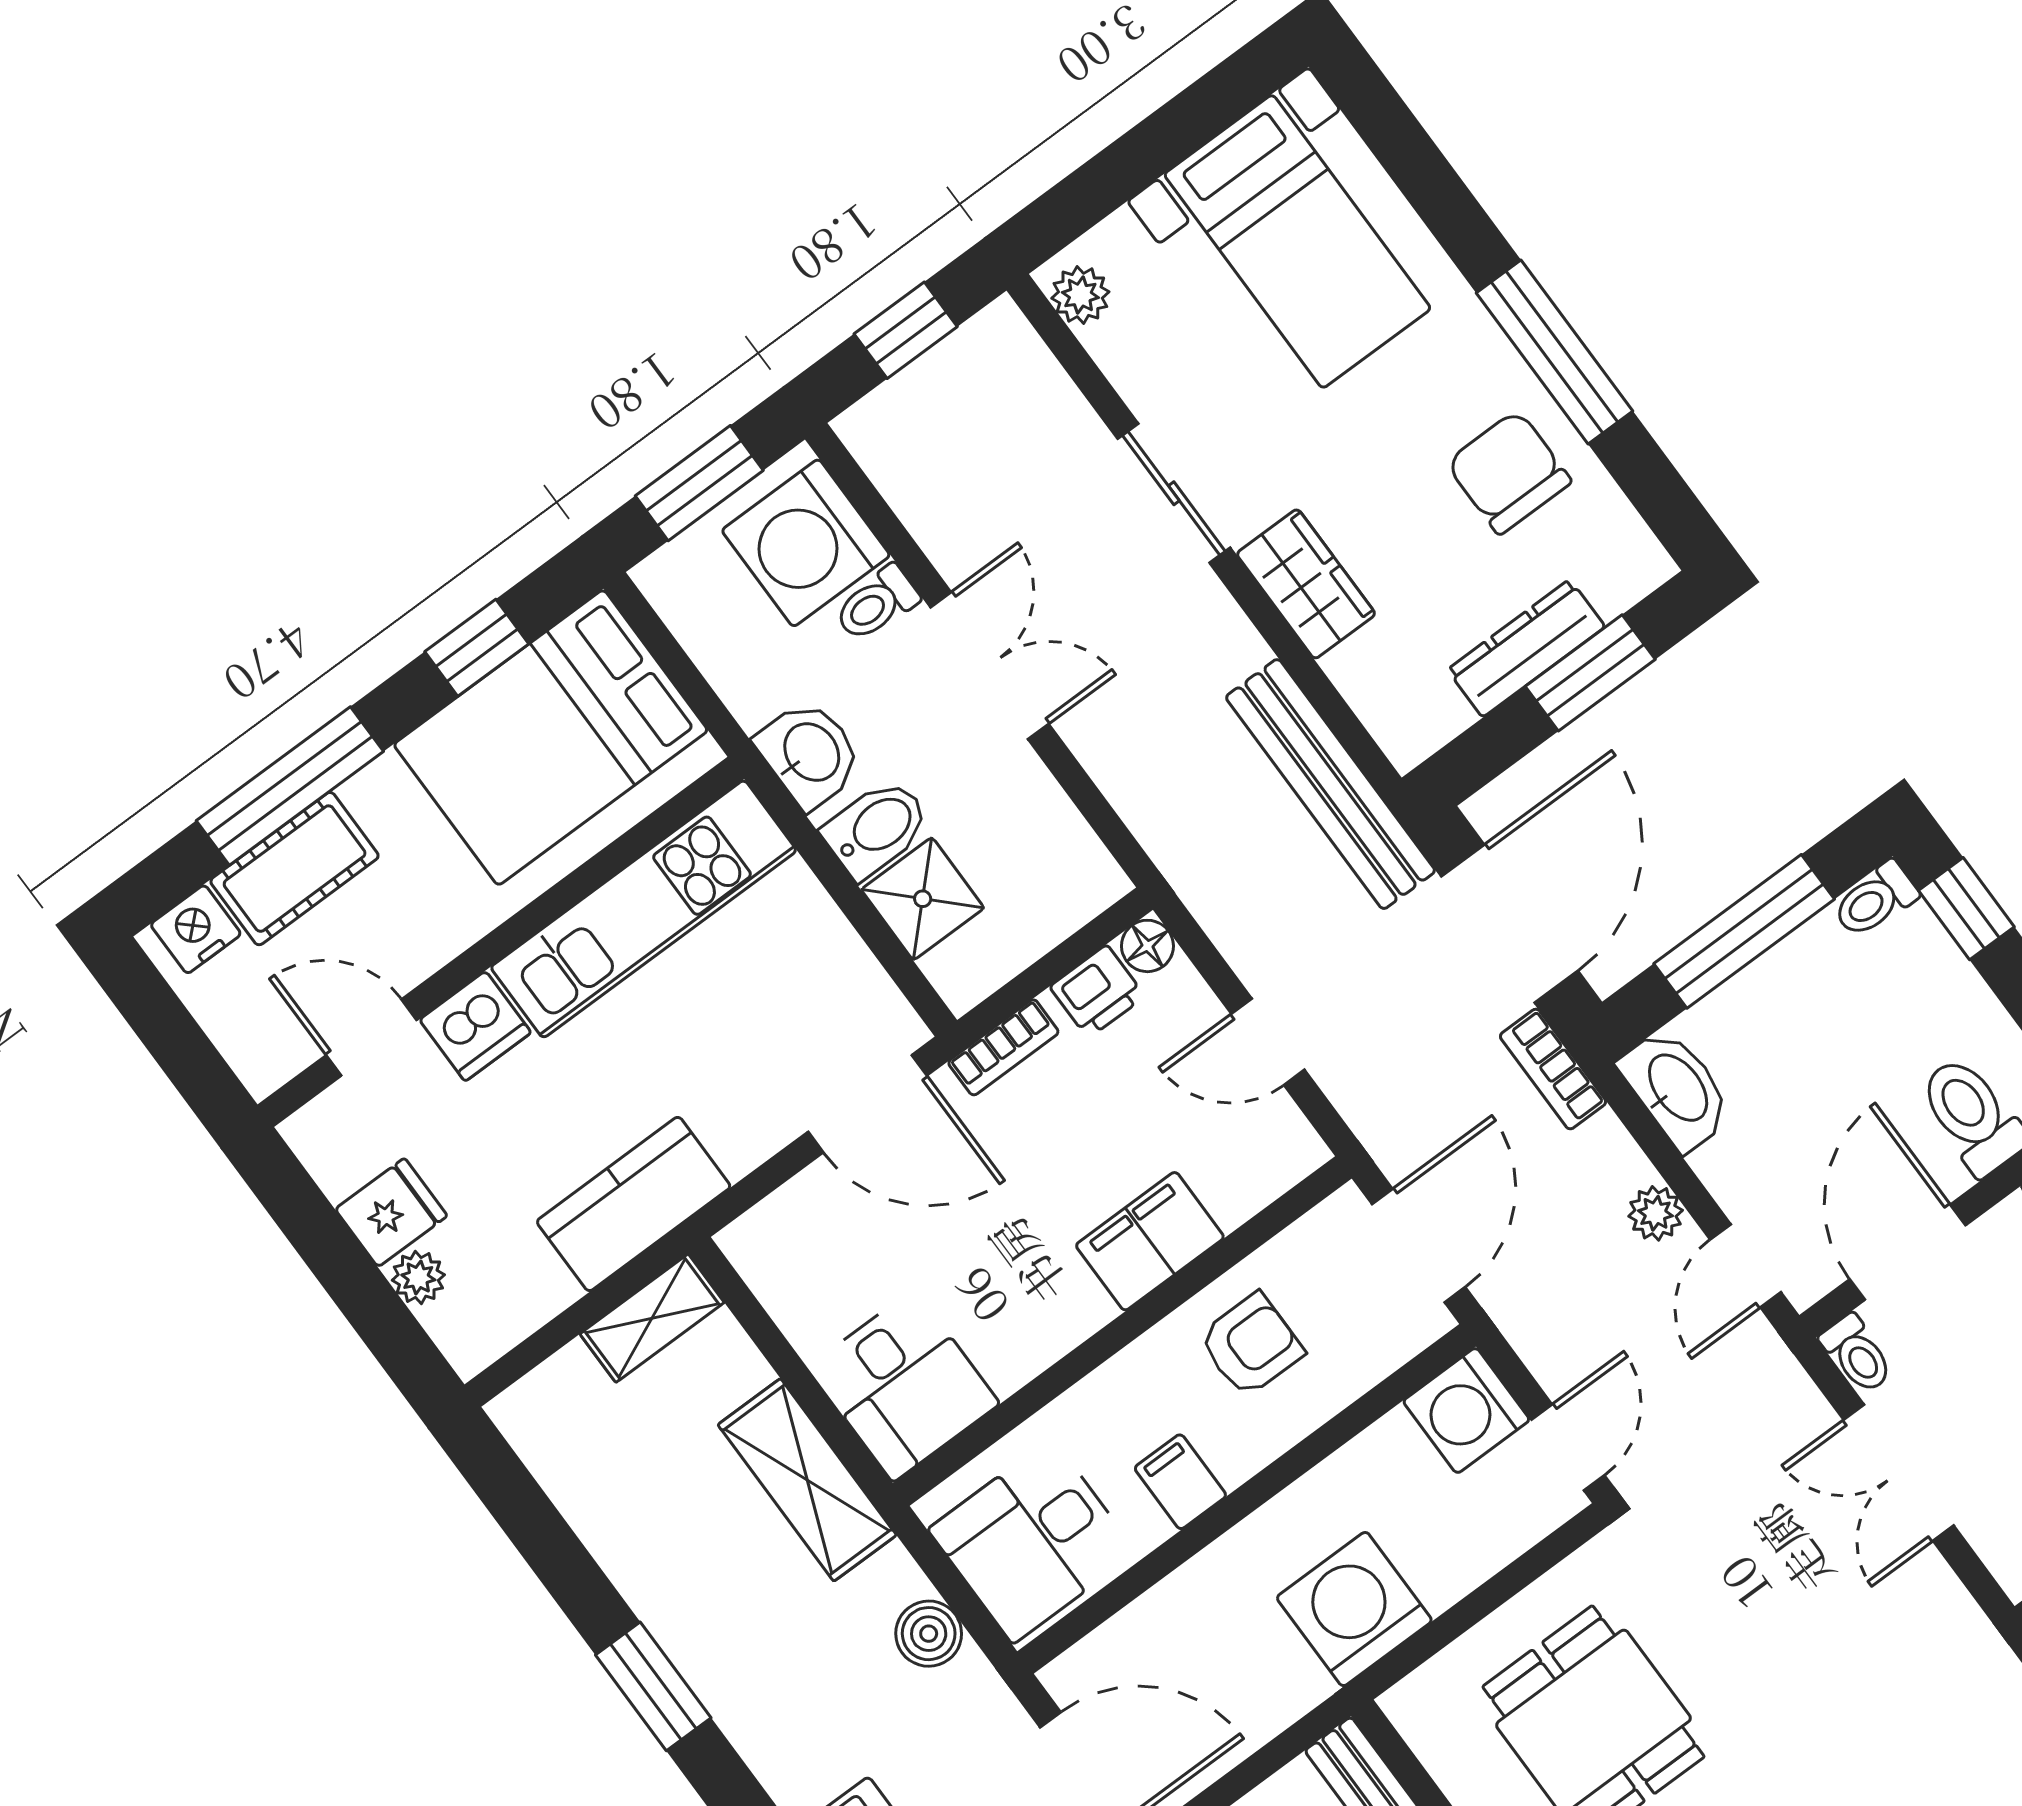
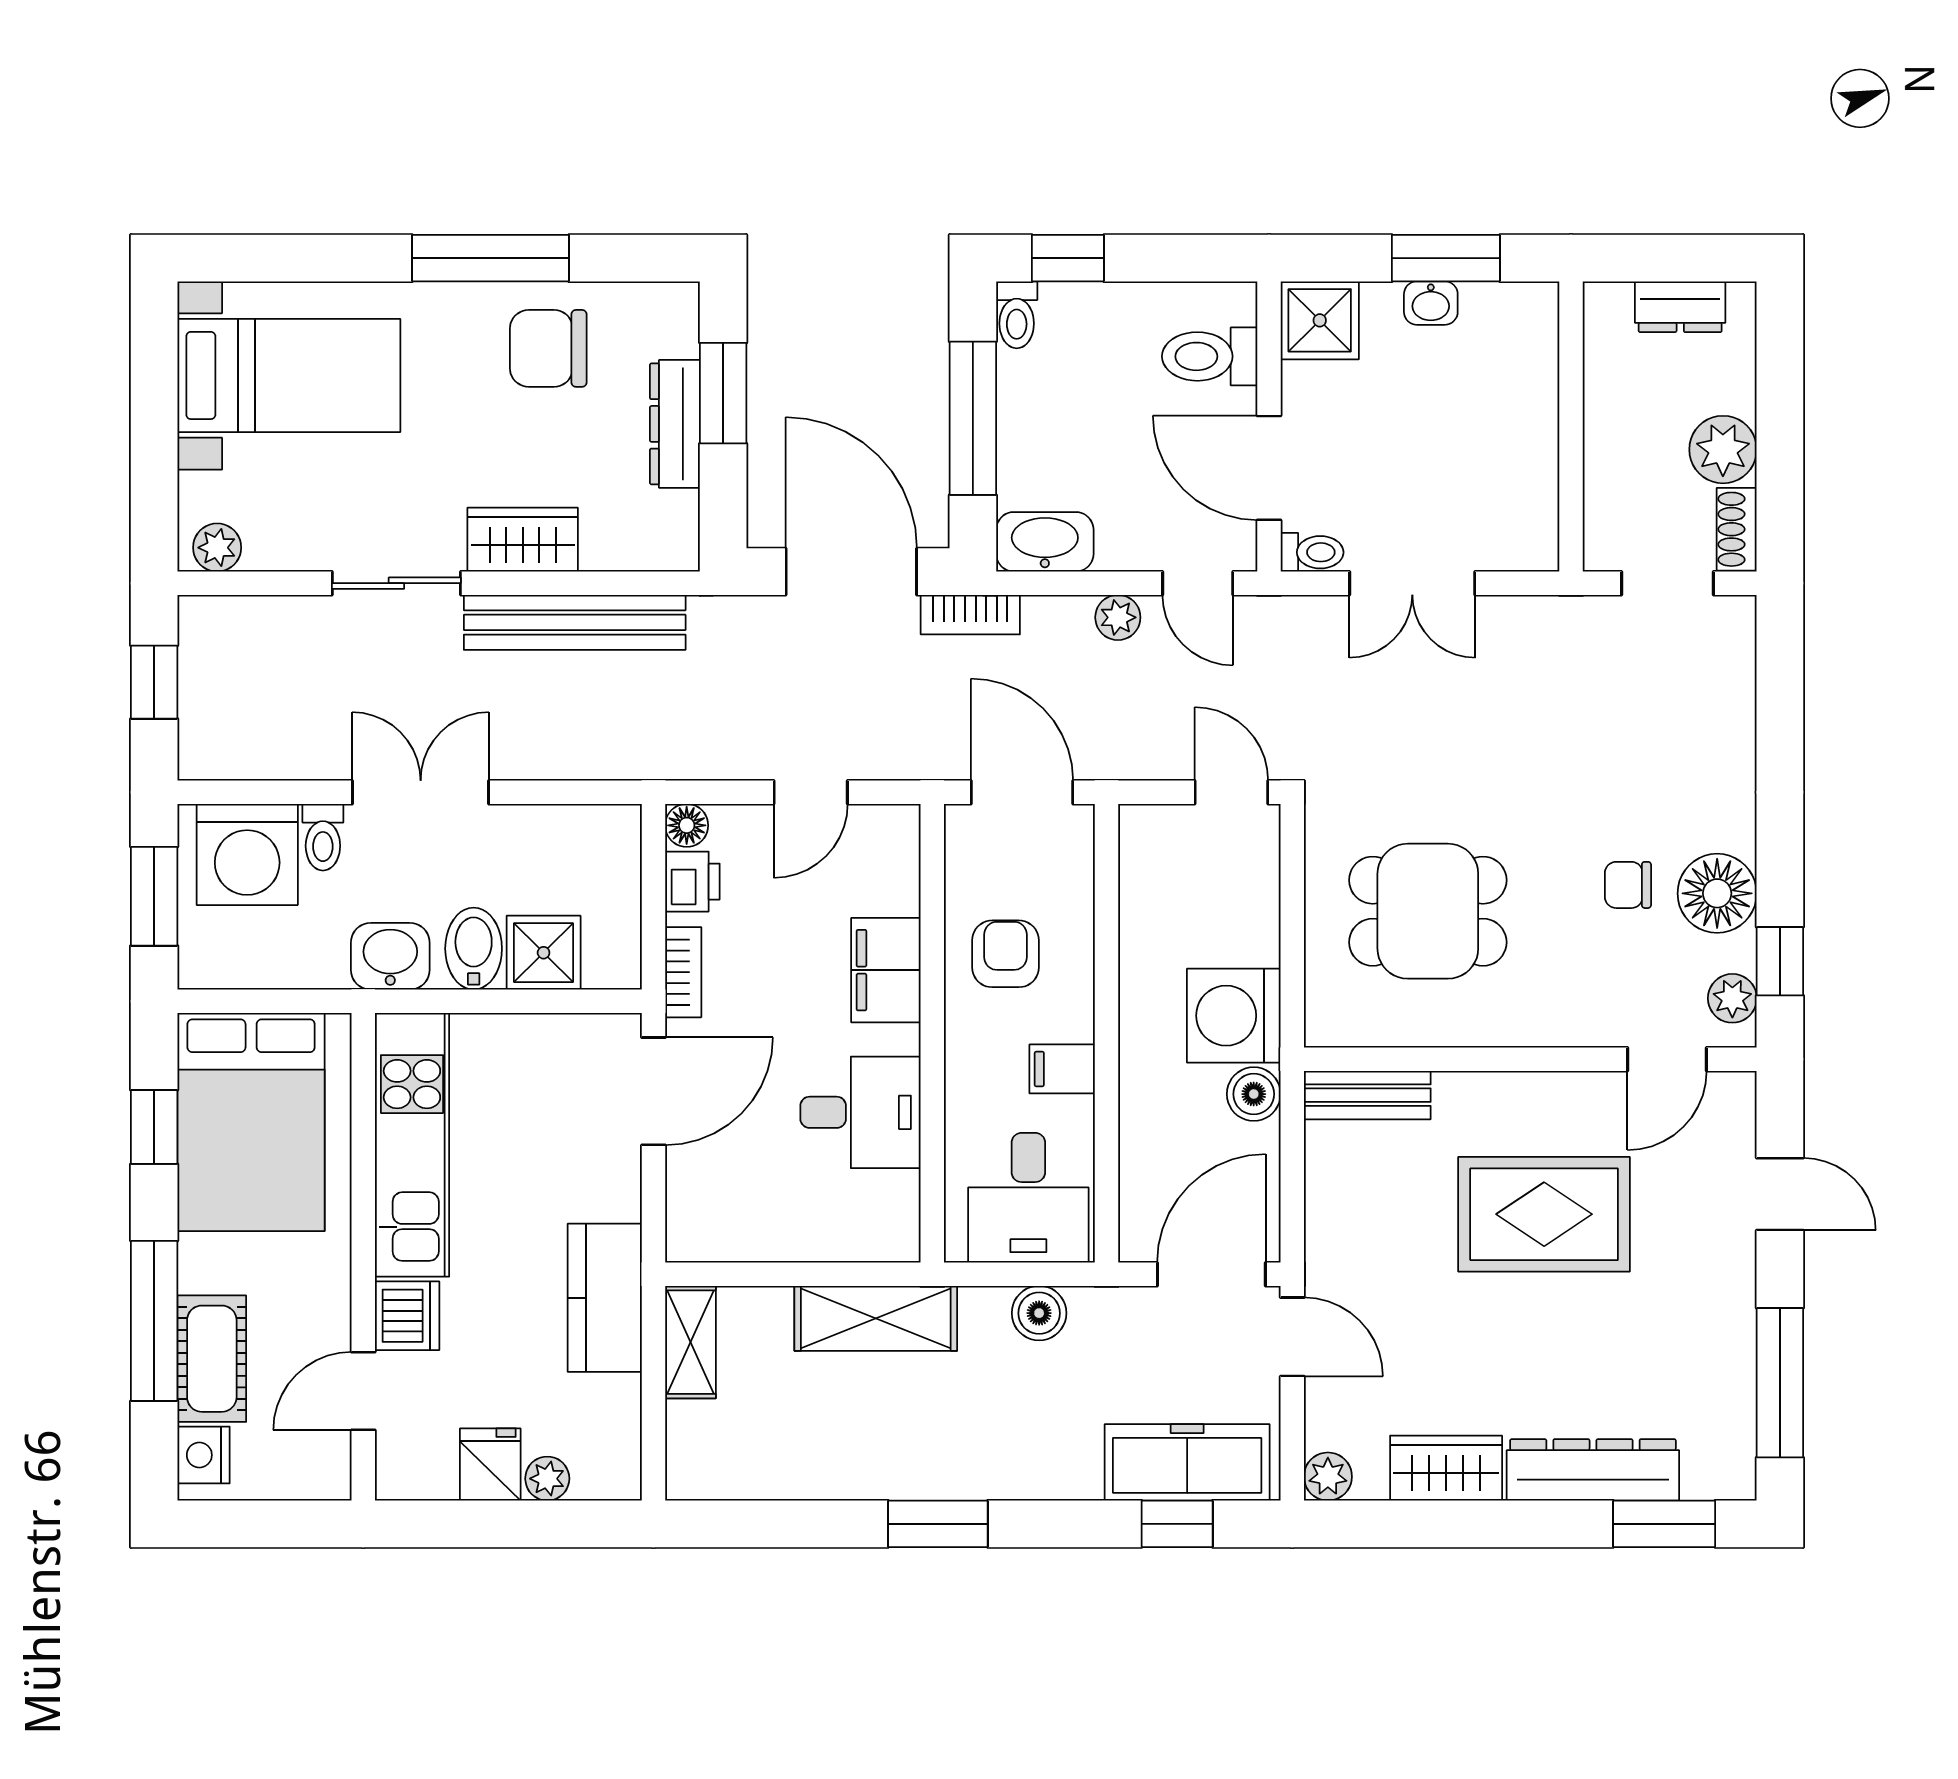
bench: (1331, 784) -> (575, 622), moved
desk: (904, 1386) -> (860, 1112), moved
washing machine: (1466, 1410) -> (1156, 842), removed
boiler: (1293, 1684) -> (1254, 1094), added

